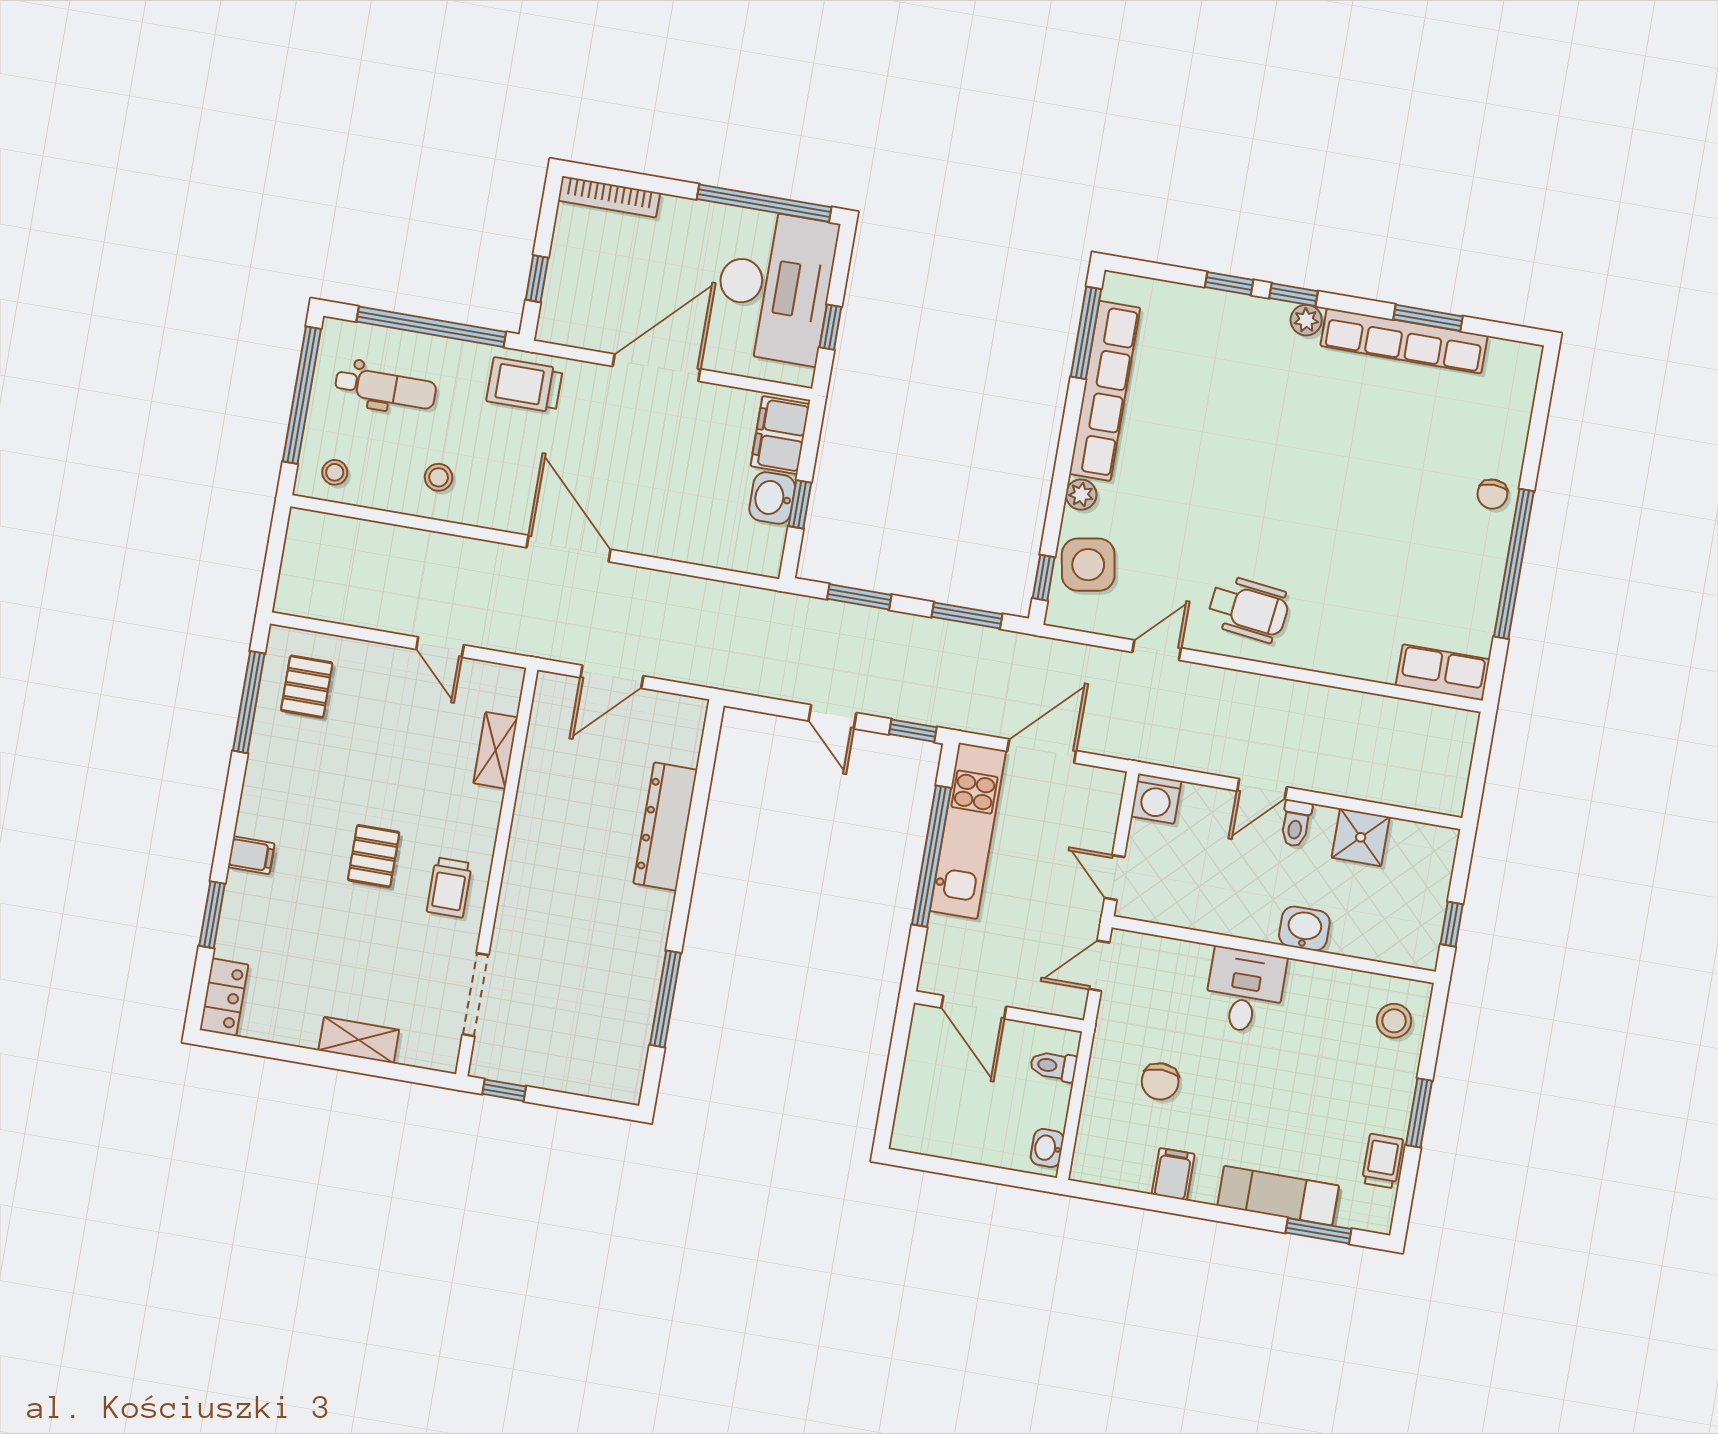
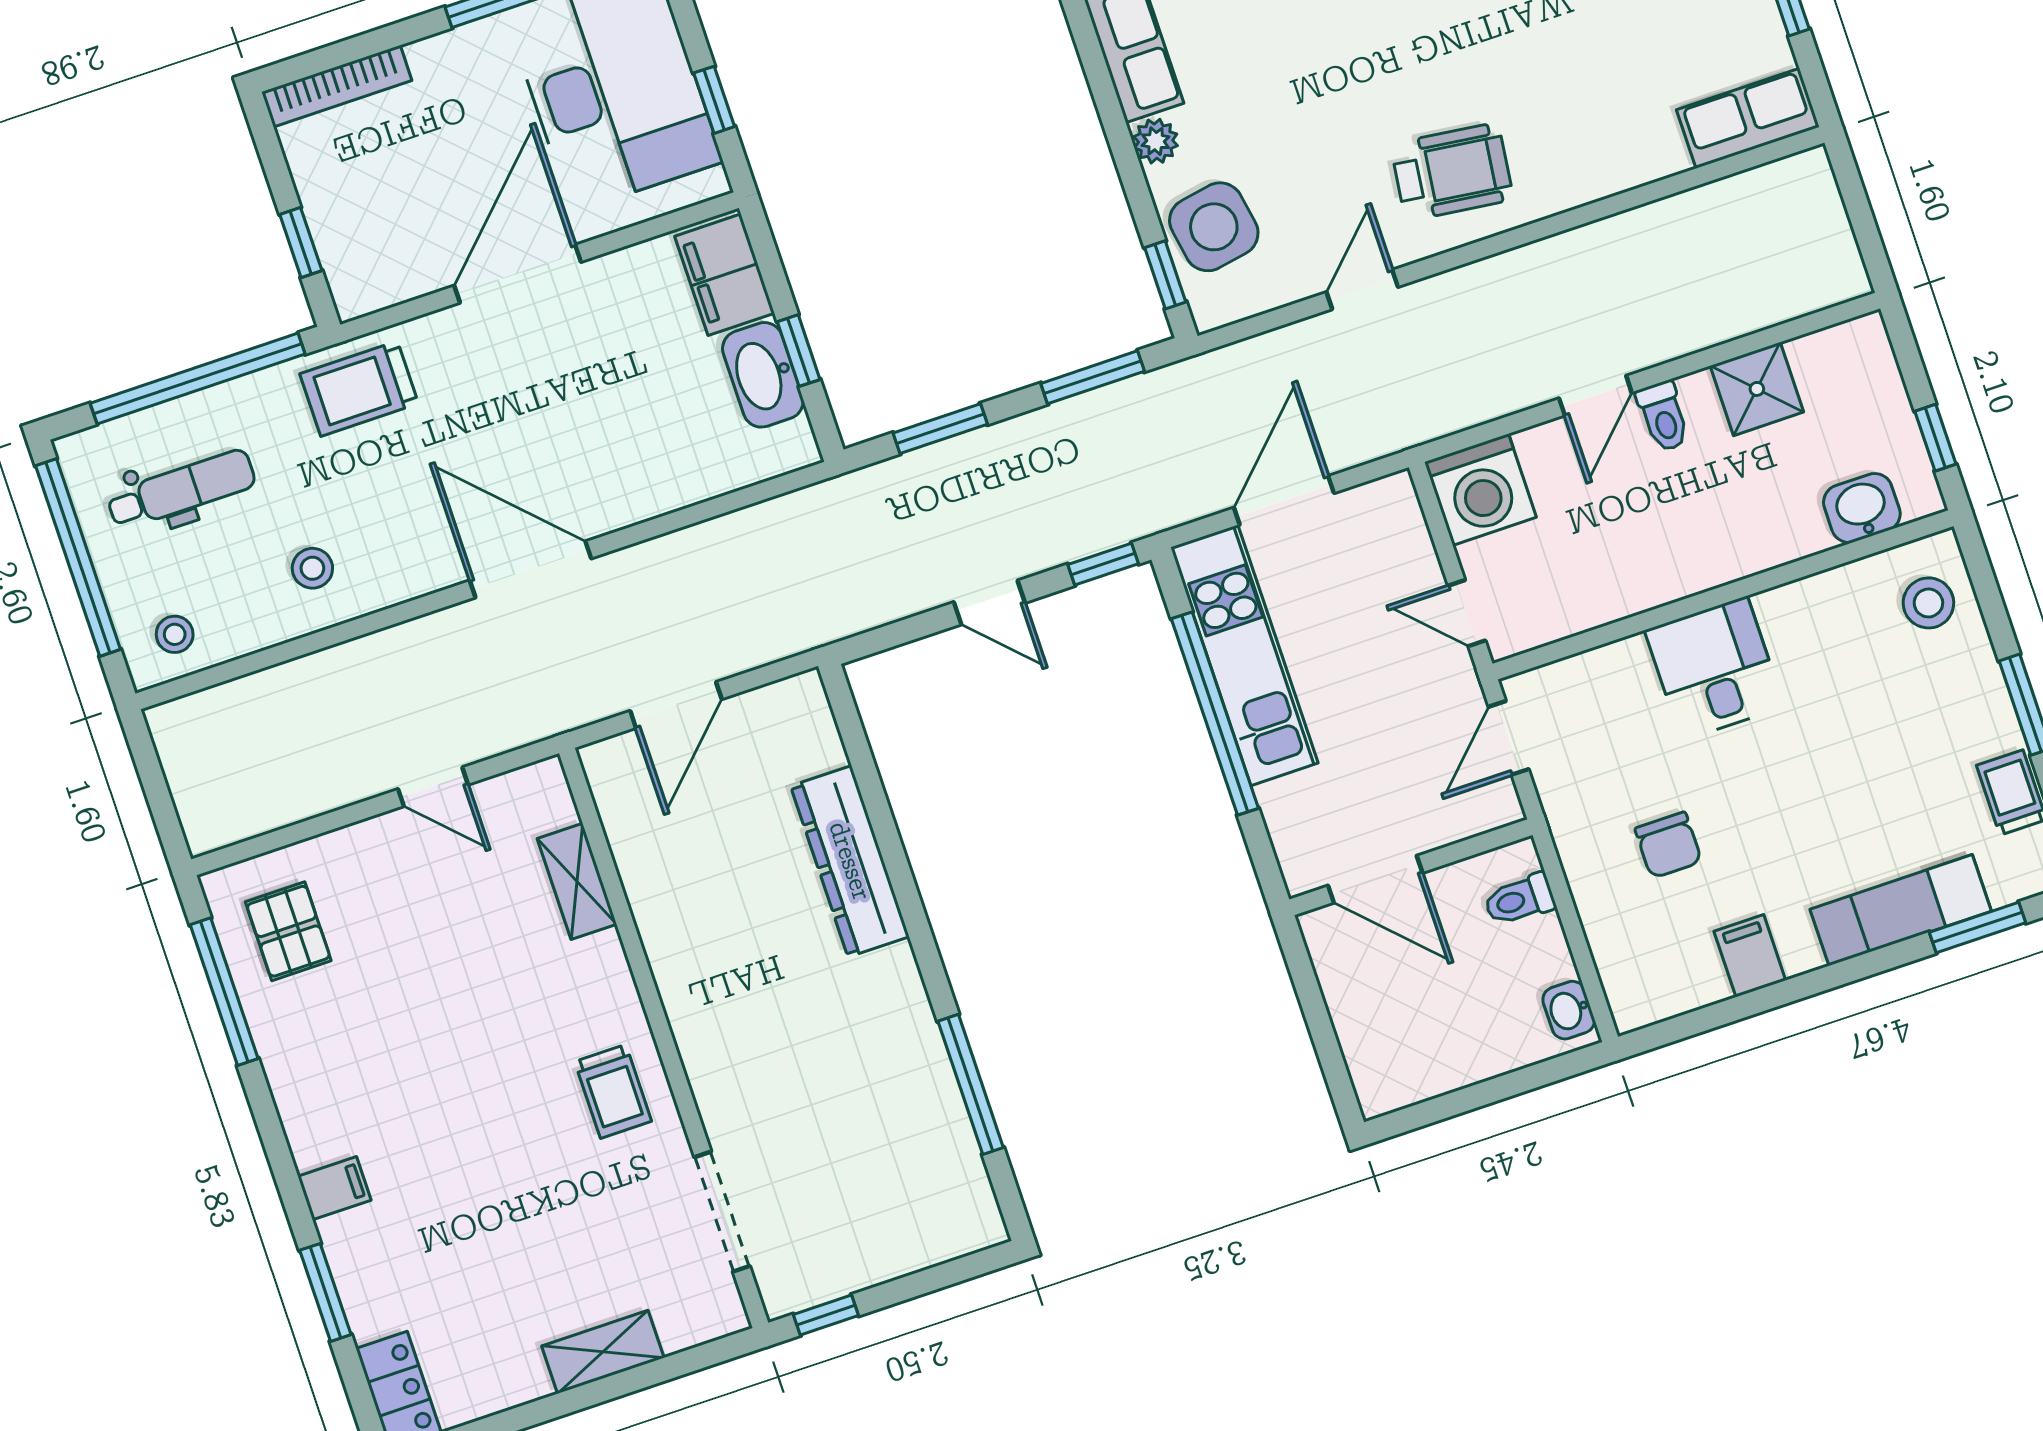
washbasin: (772, 498) -> (763, 375), width x1.38
washing machine: (1156, 799) -> (1480, 490), width x1.37, depth x1.37
pallet: (374, 856) -> (493, 1104), removed
washbasin: (1304, 929) -> (1862, 508), moved

